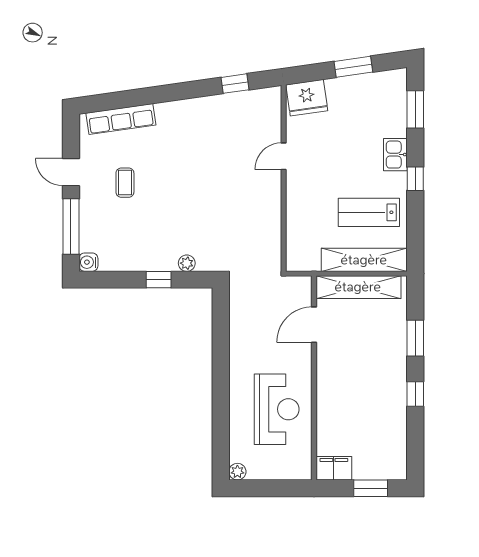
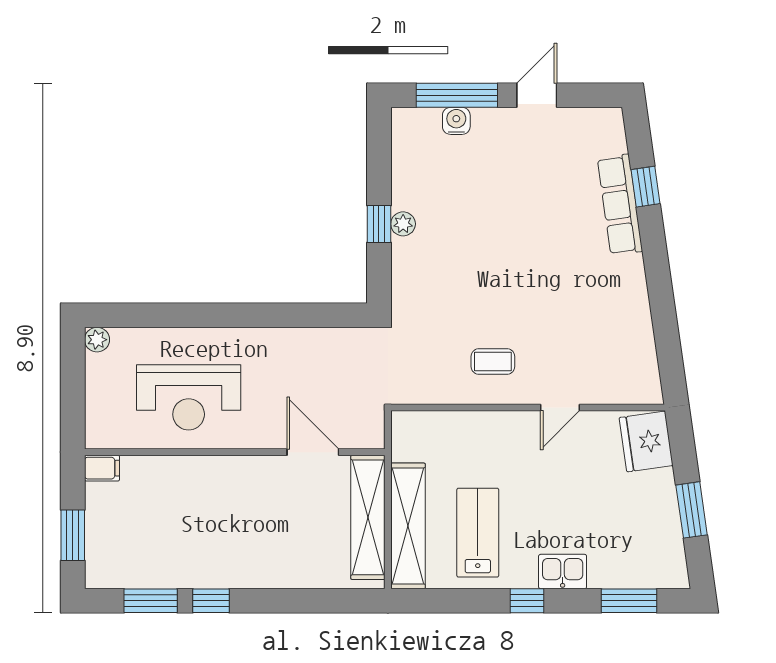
window: (235, 84) -> (646, 187), moved
row of seats: (121, 119) -> (620, 205), moved
door: (284, 156) -> (560, 407), swing flipped
coffee table: (125, 183) -> (493, 362), moved
water cooler: (88, 262) -> (456, 121), moved
plant: (187, 263) -> (403, 224), moved
window: (415, 338) -> (151, 601), moved
filing cabinet: (334, 468) -> (102, 468), width x0.50

